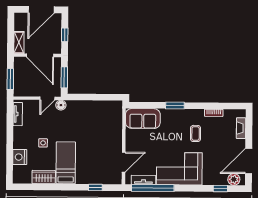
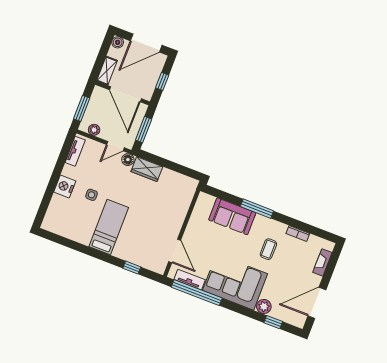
boiler: (19, 17) -> (118, 42), added
plant: (26, 92) -> (94, 130), added
window: (175, 106) -> (257, 209), width x1.44
sofa: (143, 119) -> (232, 216), moved
nightstand: (20, 157) -> (65, 186), moved
door: (124, 162) -> (175, 251), hinge flipped
wardrobe: (44, 177) -> (147, 169), moved, turned 180
plant: (234, 179) -> (264, 307), moved

